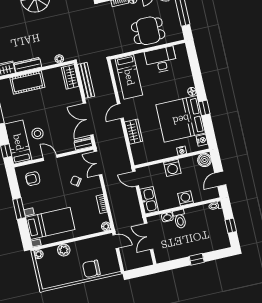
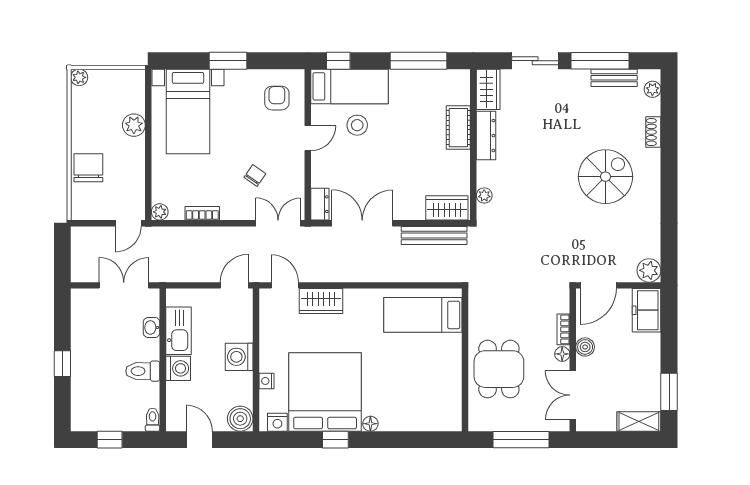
desk: (161, 60) -> (440, 380), removed
cot: (27, 82) -> (458, 128), width x0.73, depth x0.75
door: (120, 111) -> (285, 285), moved
kitchen sink: (149, 200) -> (178, 331), moved, turned -90
toilet: (180, 219) -> (143, 371), moved
plant: (39, 254) -> (79, 77), moved

